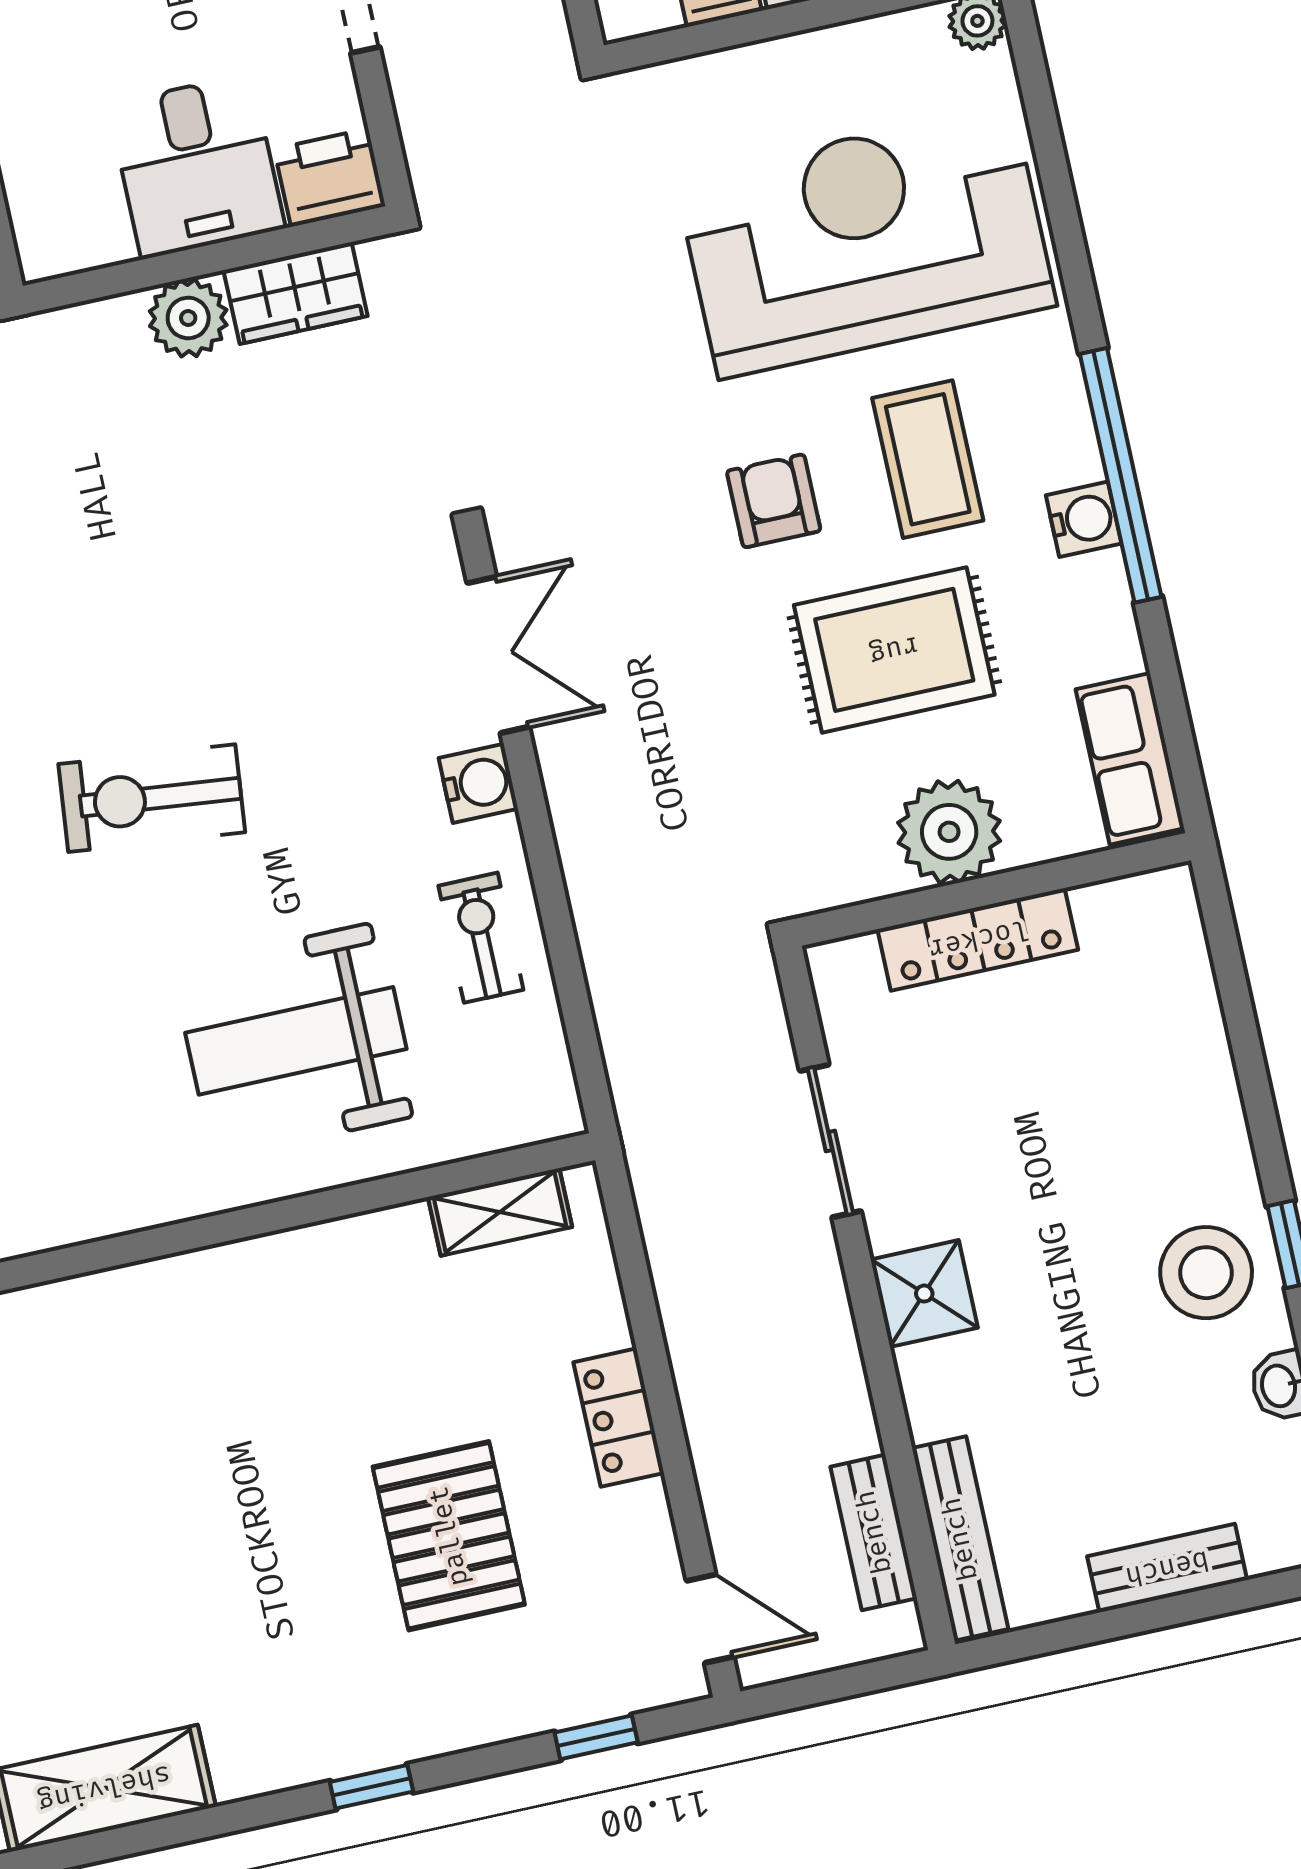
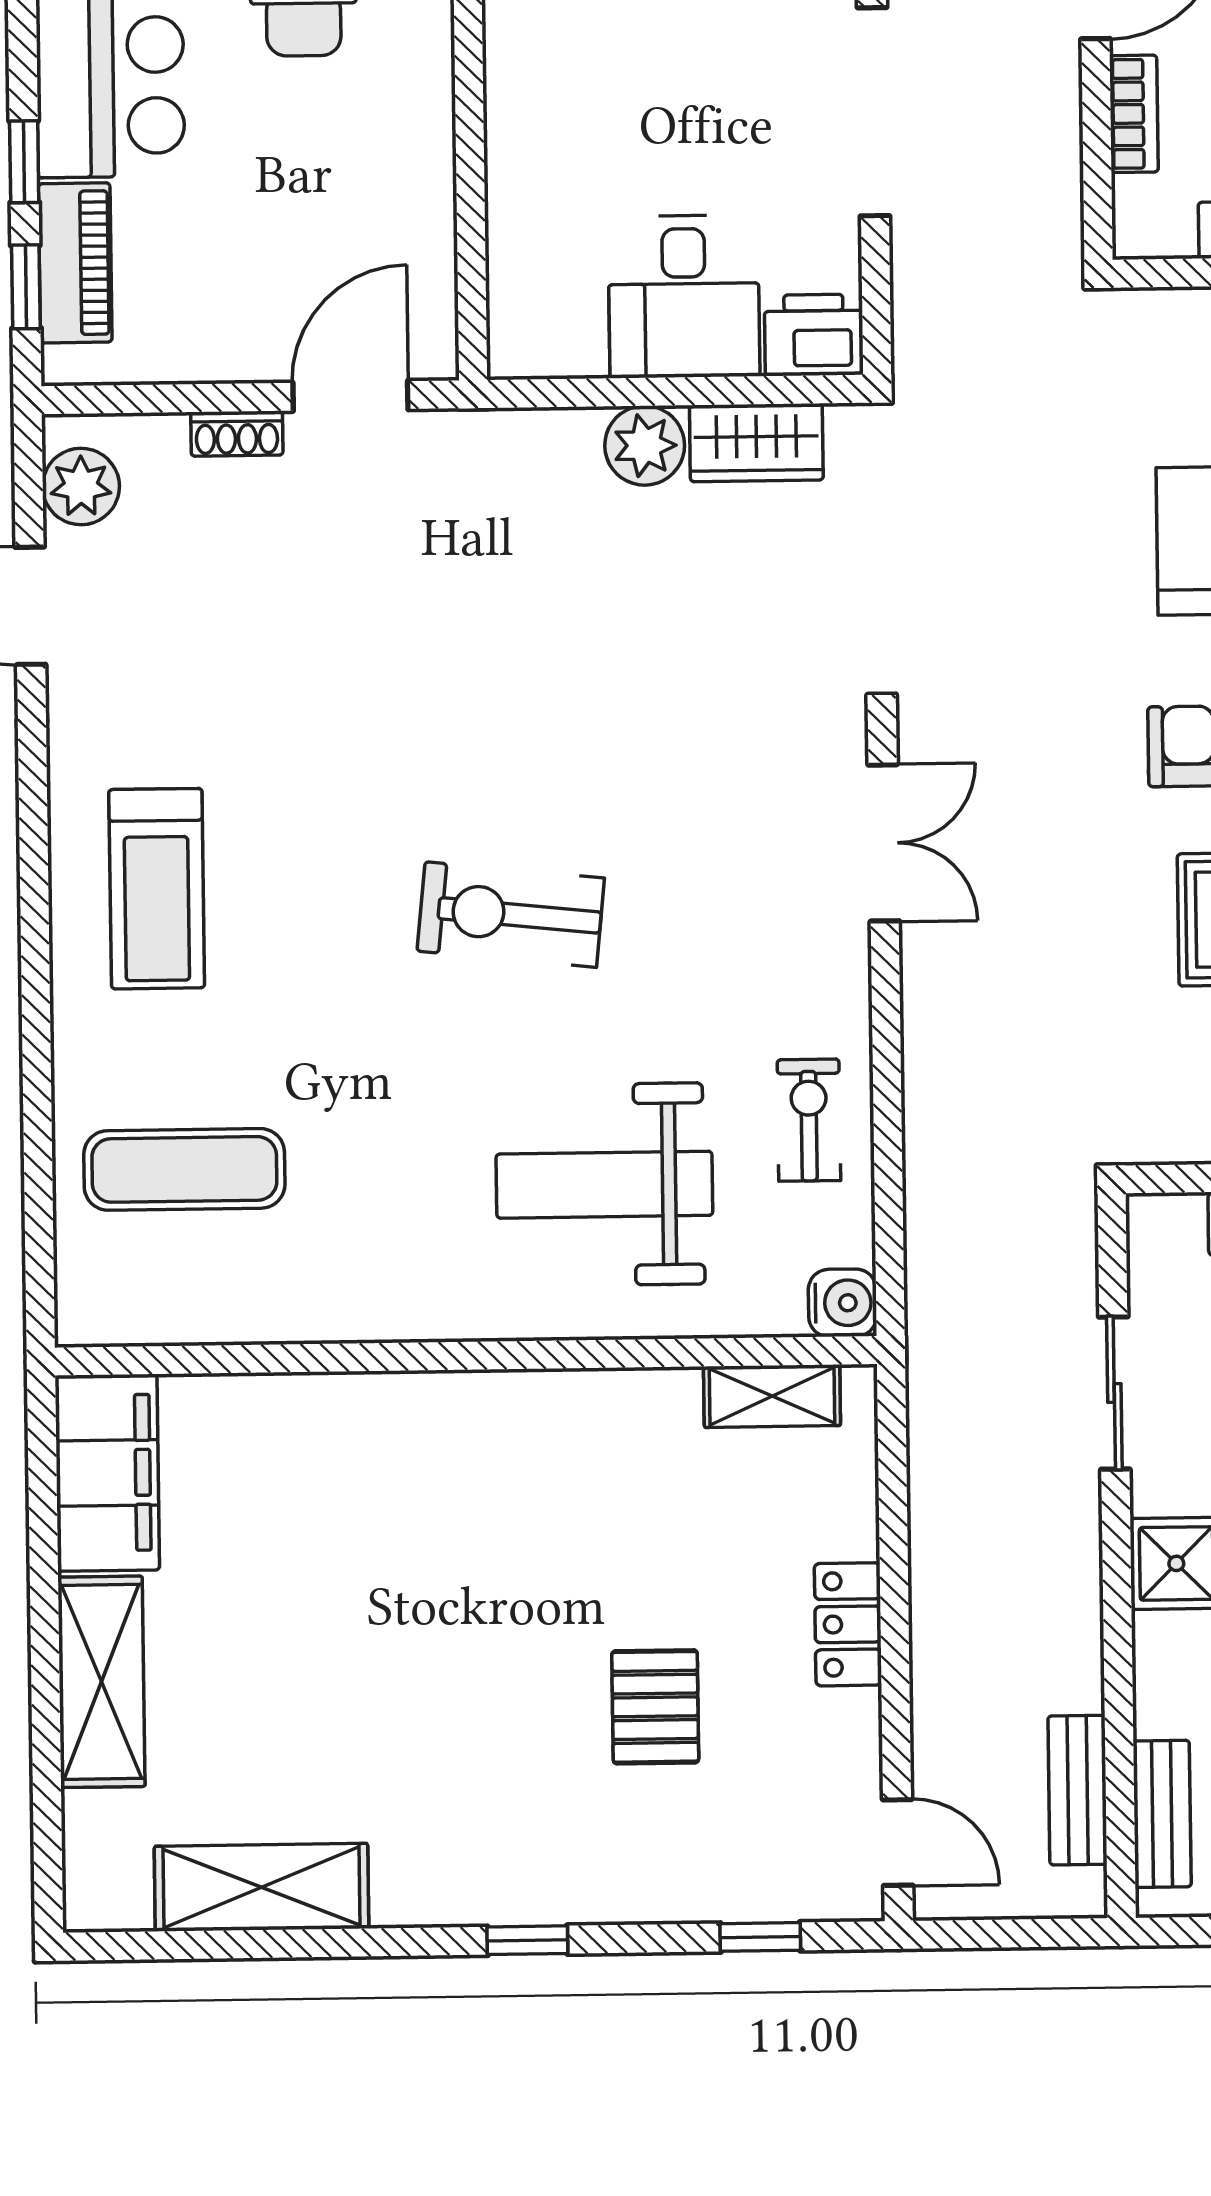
water cooler: (478, 783) -> (842, 1303), moved
pallet: (449, 1536) -> (655, 1707), width x0.67, depth x0.71
bench: (960, 1539) -> (1162, 1814), width x0.73

